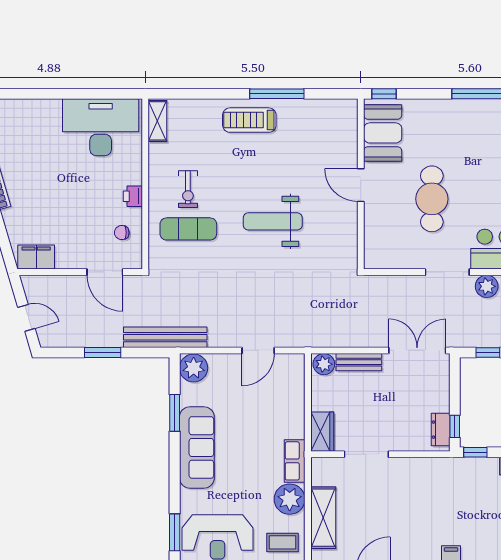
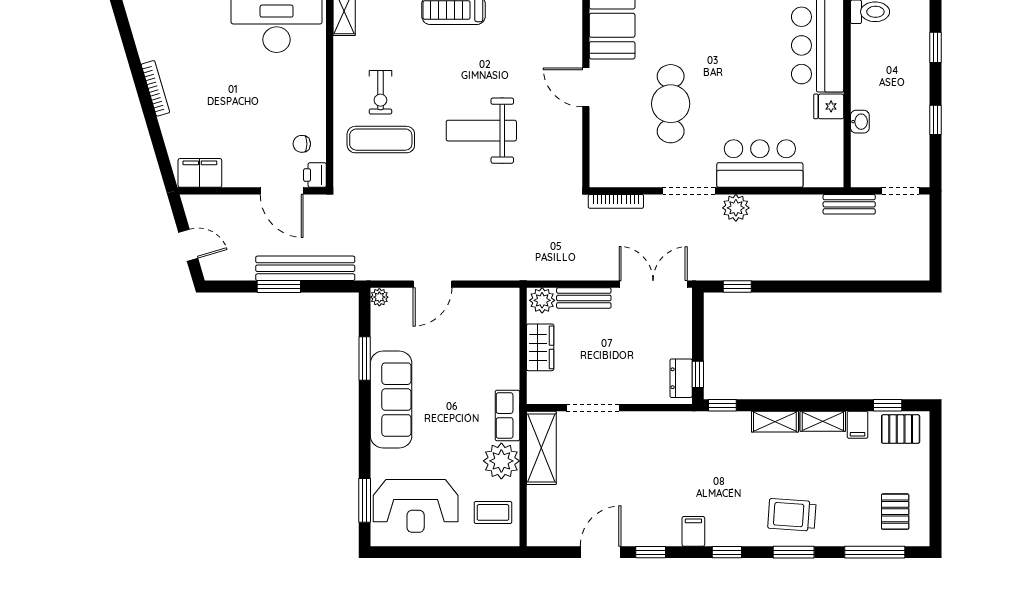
printer: (133, 196) -> (315, 175), moved
bookcase: (386, 281) -> (616, 201), added
bench: (165, 337) -> (305, 268), moved
door: (258, 350) -> (432, 284), moved
plant: (194, 368) -> (379, 297), width x0.53, depth x0.53
wardrobe: (322, 432) -> (540, 347), moved
shelving: (323, 518) -> (541, 448), moved

